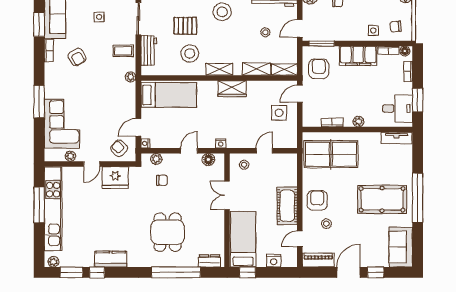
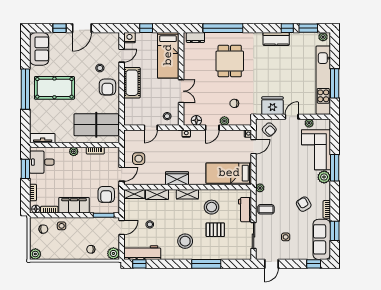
plant: (52, 90) -> (324, 177), added
plant: (156, 159) -> (224, 121), moved
piano: (318, 260) -> (107, 38), removed
nightstand: (274, 261) -> (129, 38), moved
window: (248, 272) -> (146, 28), moved

